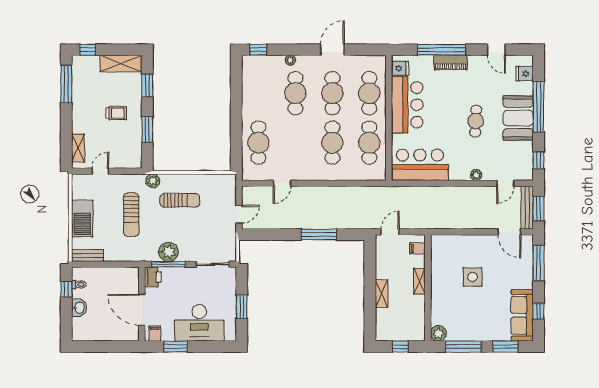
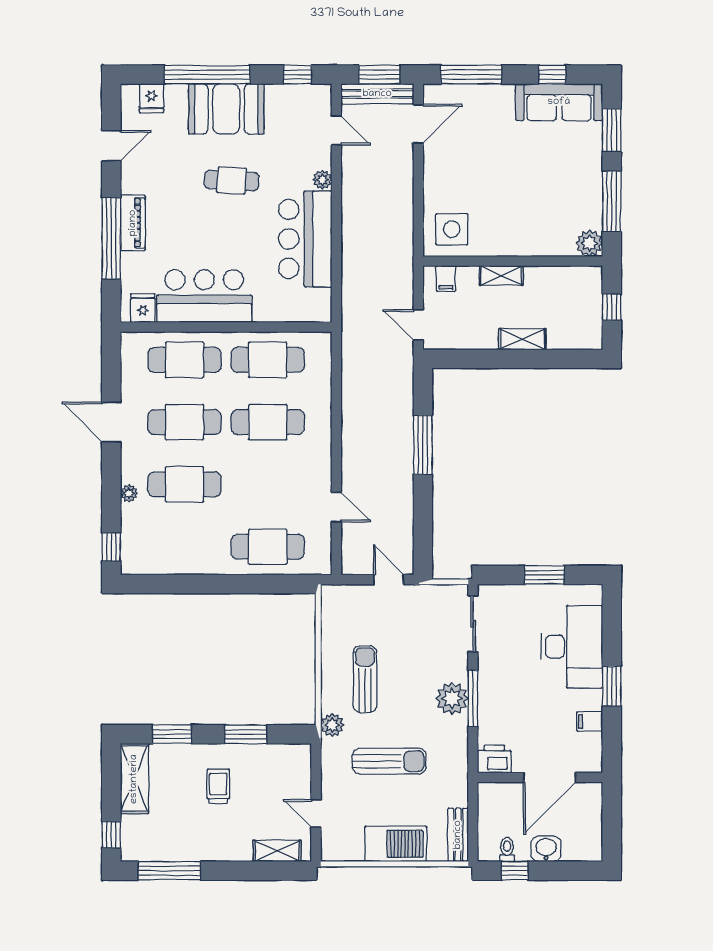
bar counter: (420, 165) -> (305, 239), moved
printer: (153, 277) -> (494, 759), moved
side table: (473, 277) -> (452, 229), moved
wall: (142, 304) -> (540, 777), moved
door: (142, 310) -> (549, 777), moved

